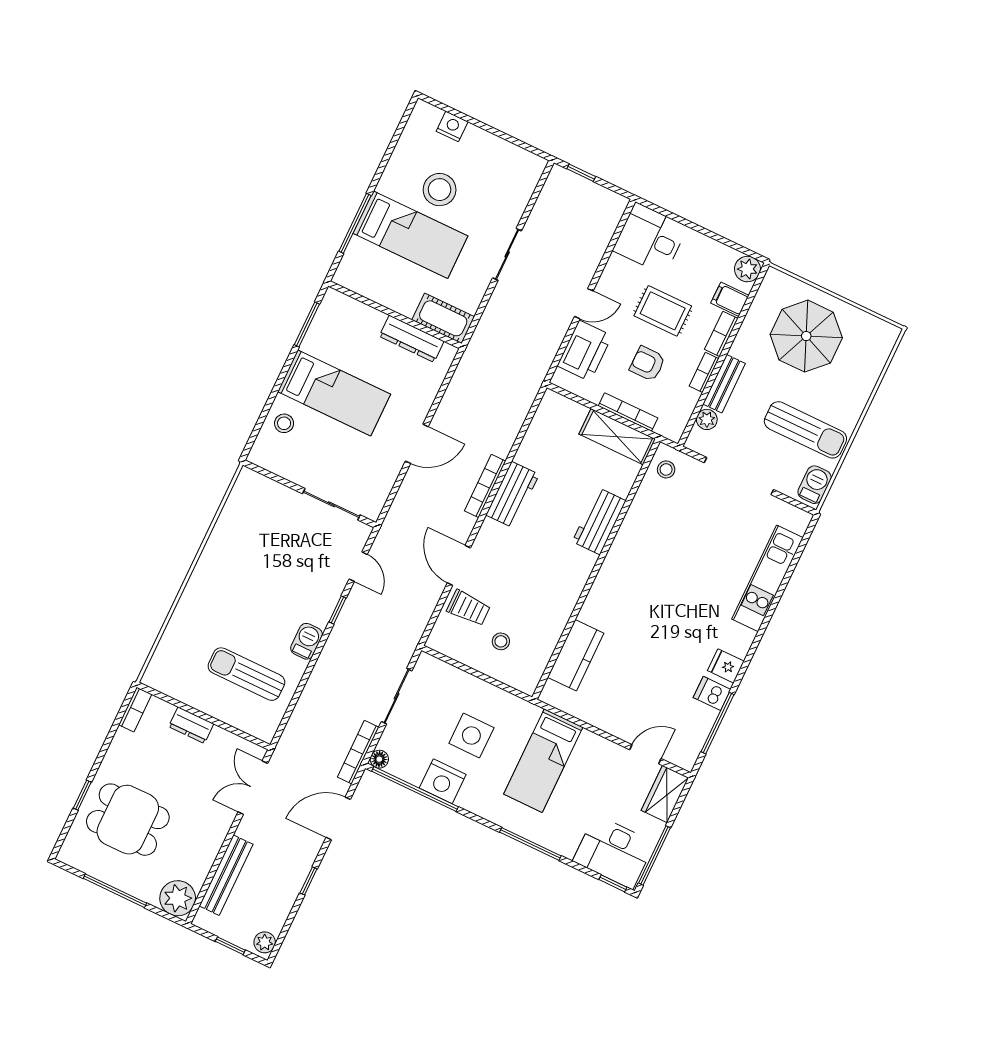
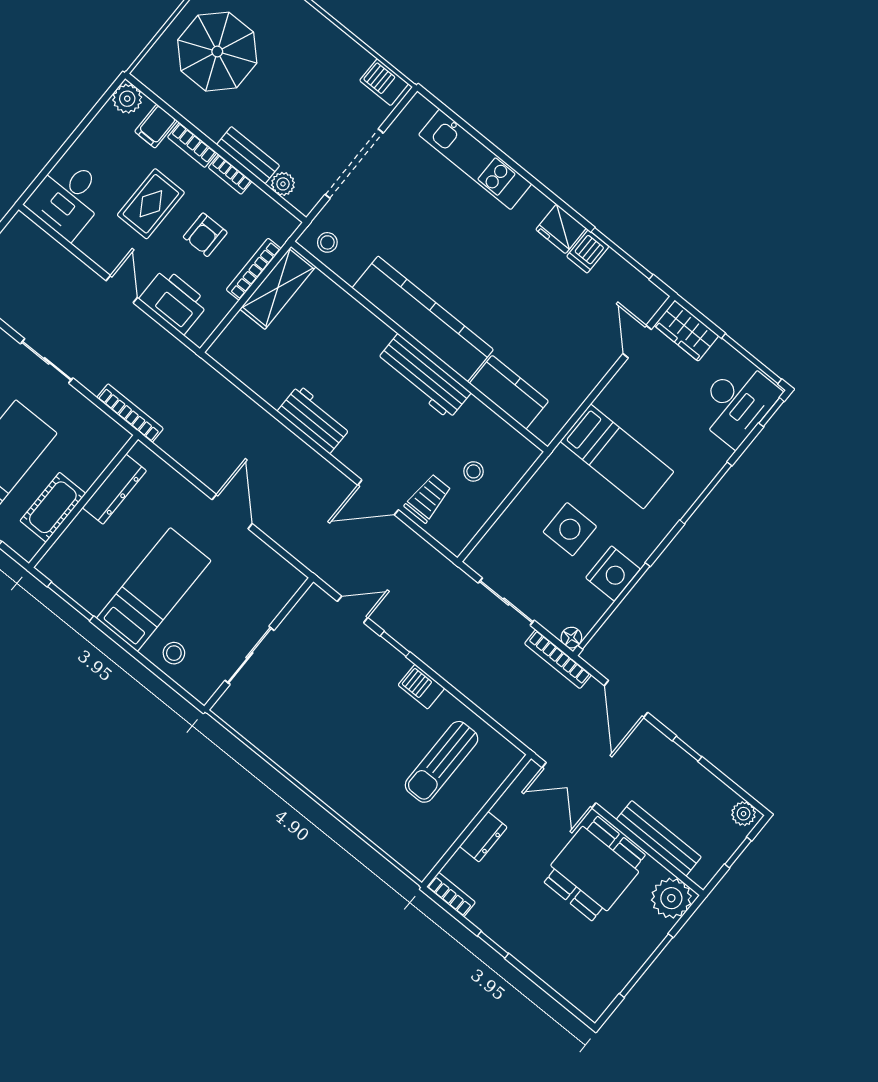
cot: (443, 318) -> (53, 507), moved
sun lounger: (805, 430) -> (321, 77), removed
bookcase: (485, 486) -> (130, 413), moved, turned 180
sliding door: (331, 504) -> (249, 655), moved
workbench: (599, 521) -> (424, 377), moved, width x1.38
kitchen counter: (621, 567) -> (423, 319), added
fridge: (726, 666) -> (561, 229), width x1.38
window: (82, 795) -> (493, 945), moved
dining table: (128, 820) -> (595, 869), moved

